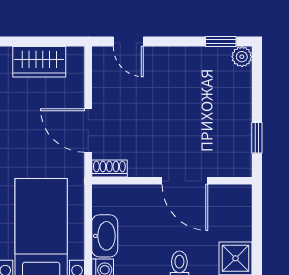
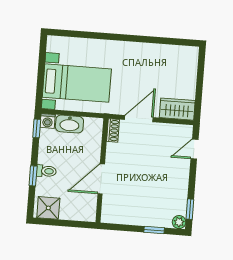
wardrobe: (39, 62) -> (177, 109), moved, turned 90
window: (257, 138) -> (154, 230), moved

